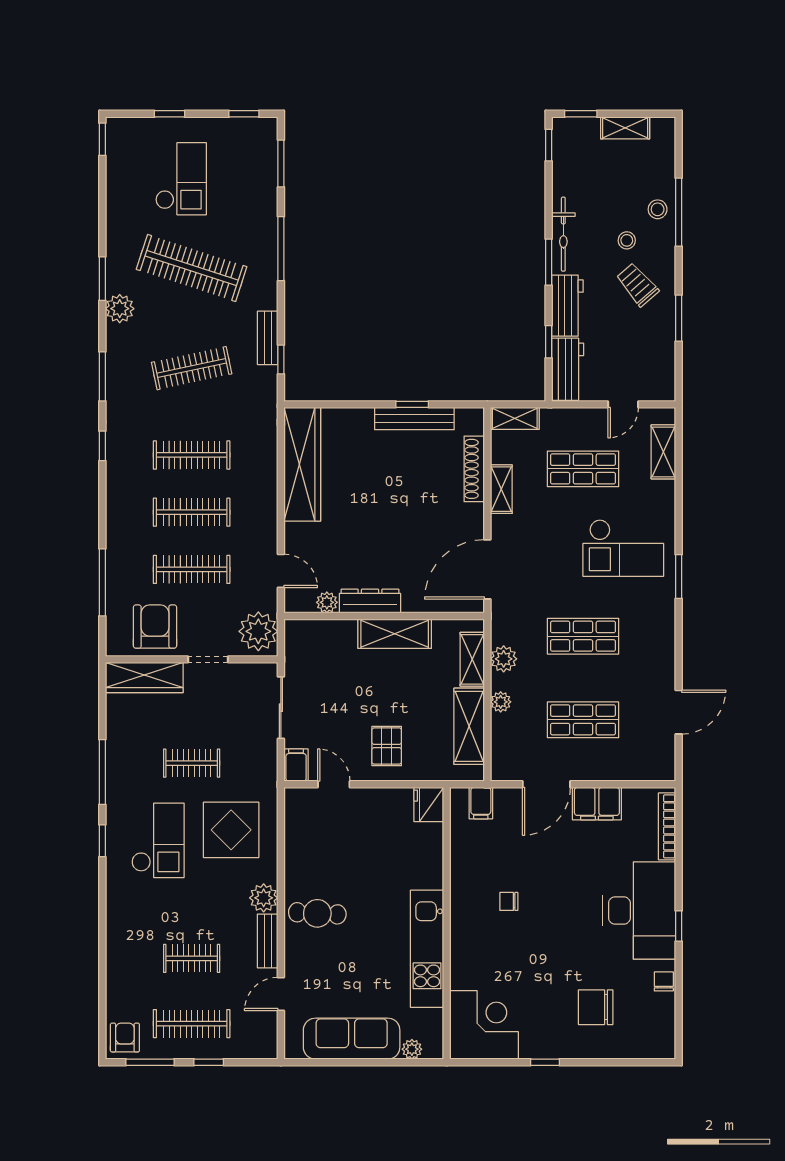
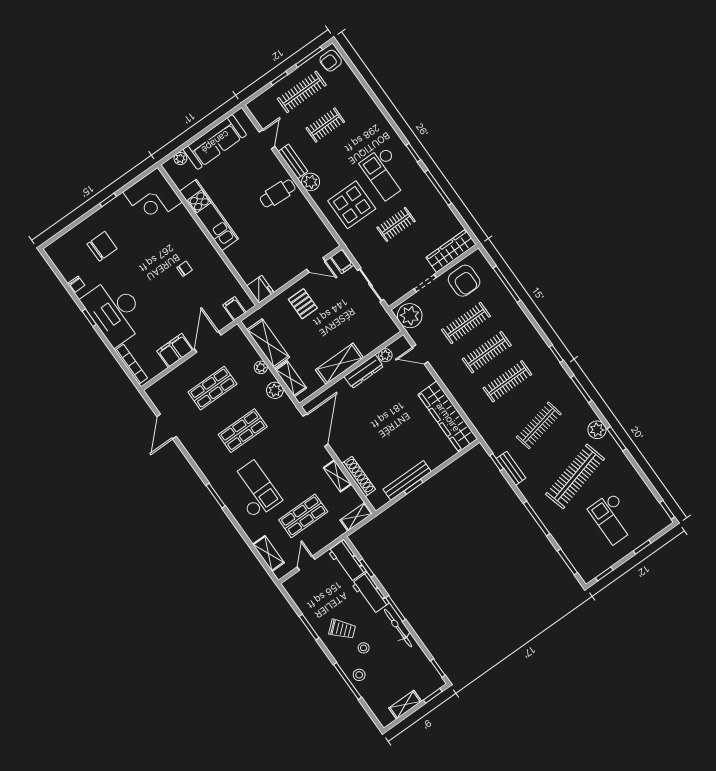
clothes rail: (192, 268) -> (575, 476), turned -33
checkout: (623, 548) -> (254, 490), turned 90
armchair: (125, 1038) -> (331, 61), turned 88

